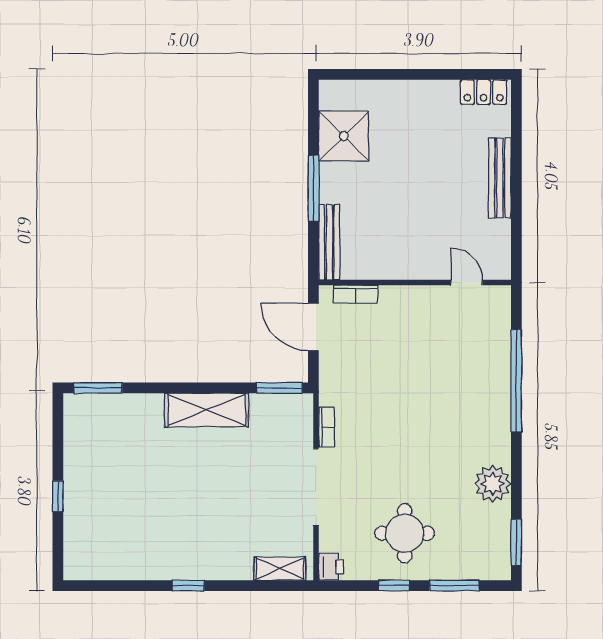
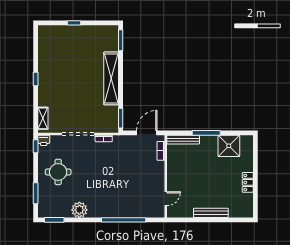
locker: (484, 92) -> (248, 182), moved
shelving: (207, 410) -> (111, 78), width x1.47
window: (394, 586) -> (36, 146), moved

